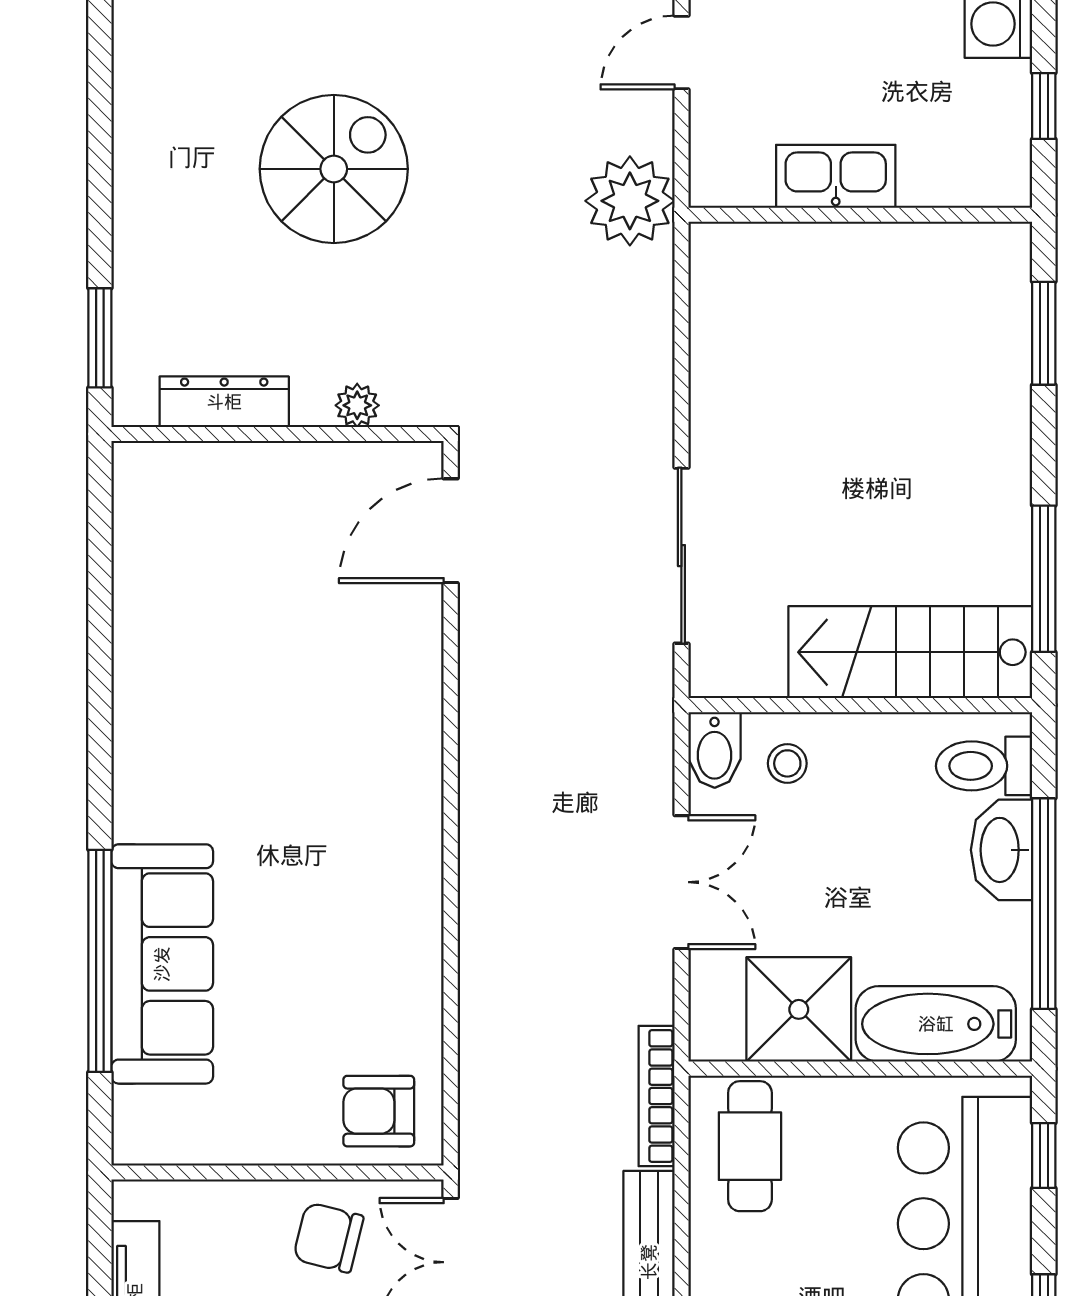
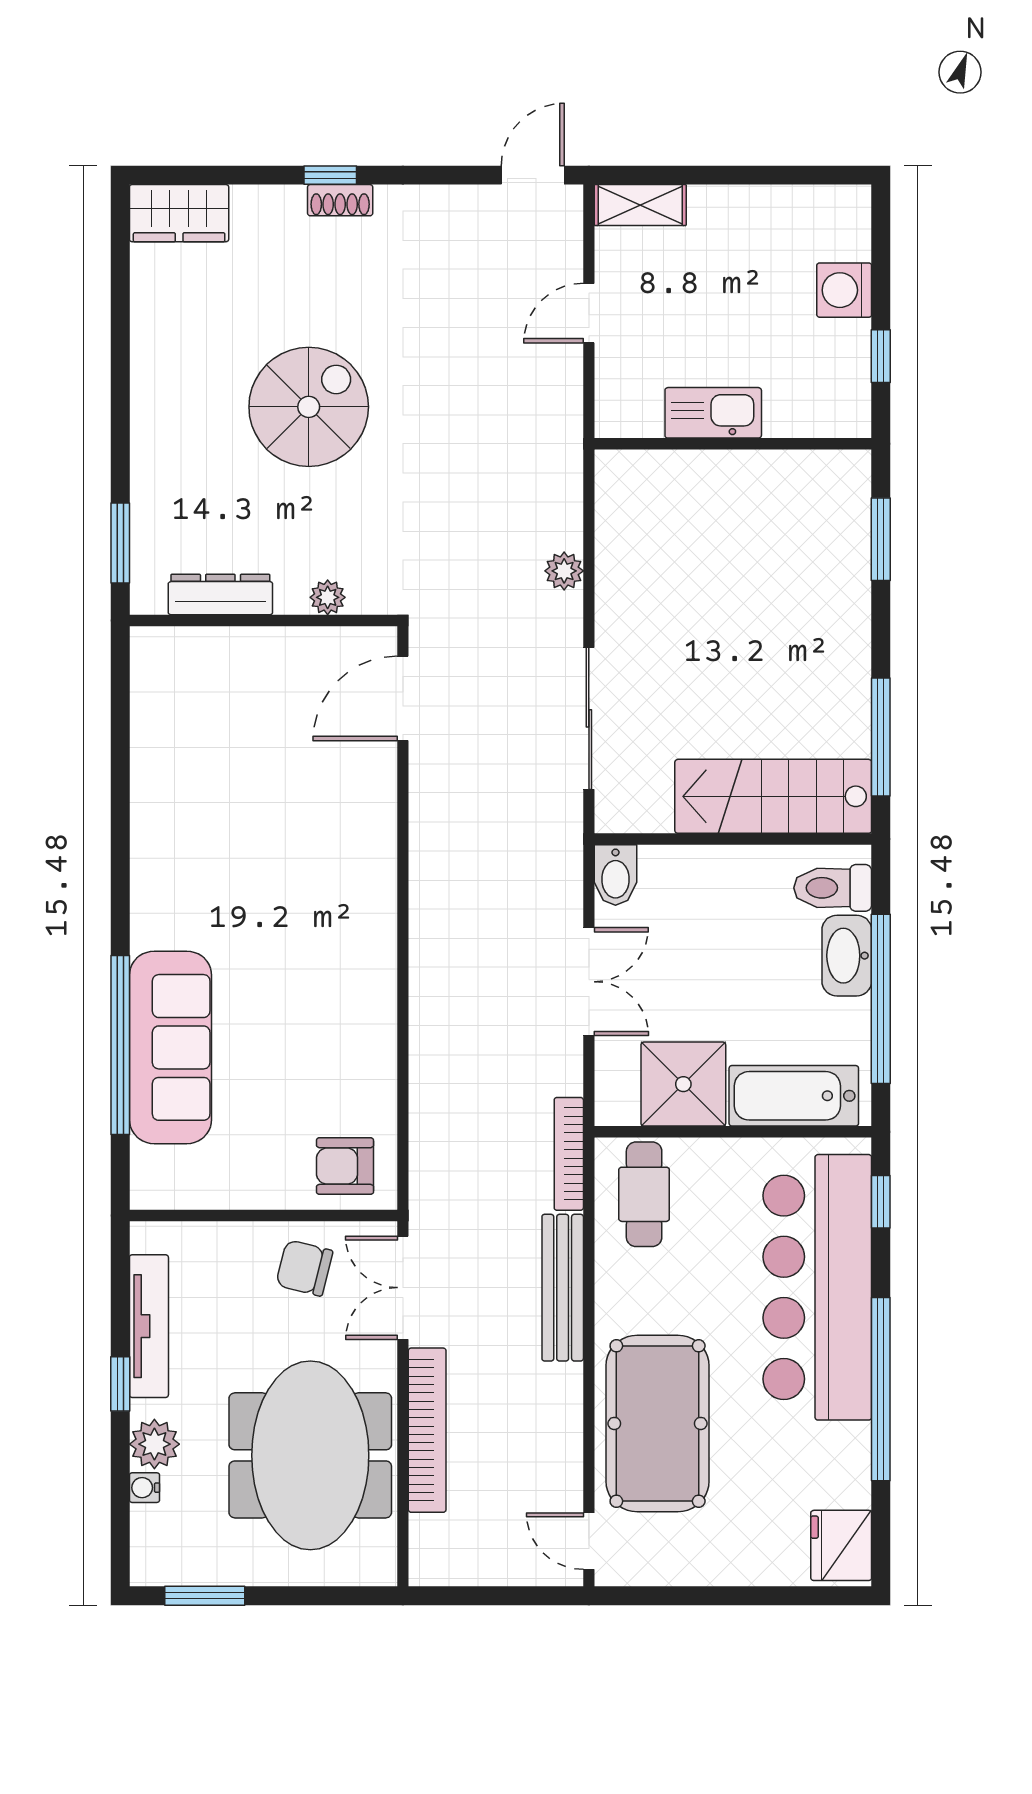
plant: (630, 201) -> (564, 571), moved, width x0.53, depth x0.53
stool: (787, 763) -> (674, 886), removed

